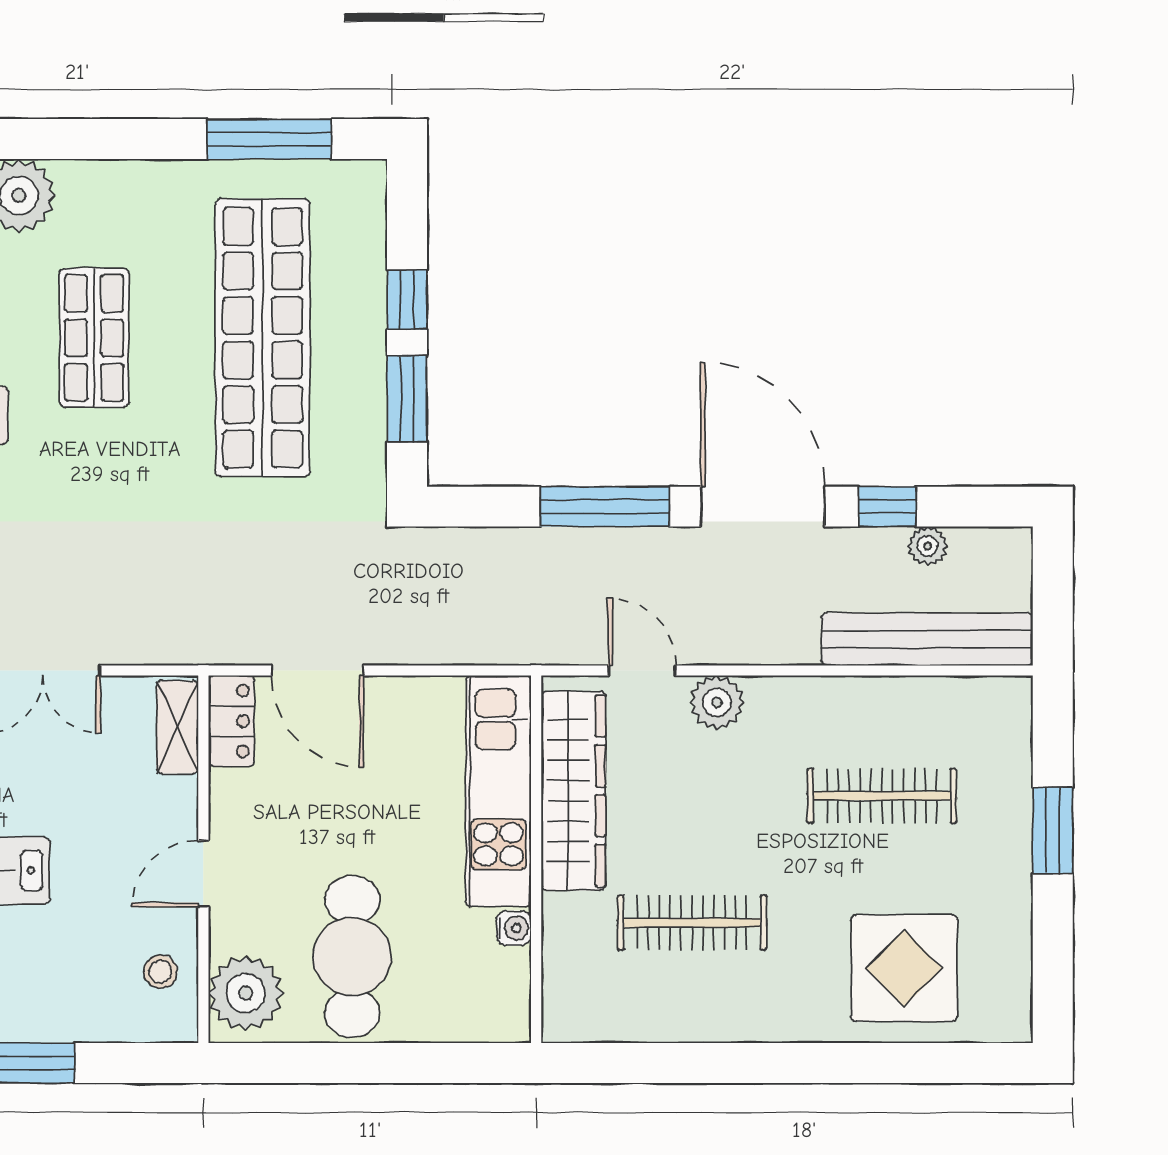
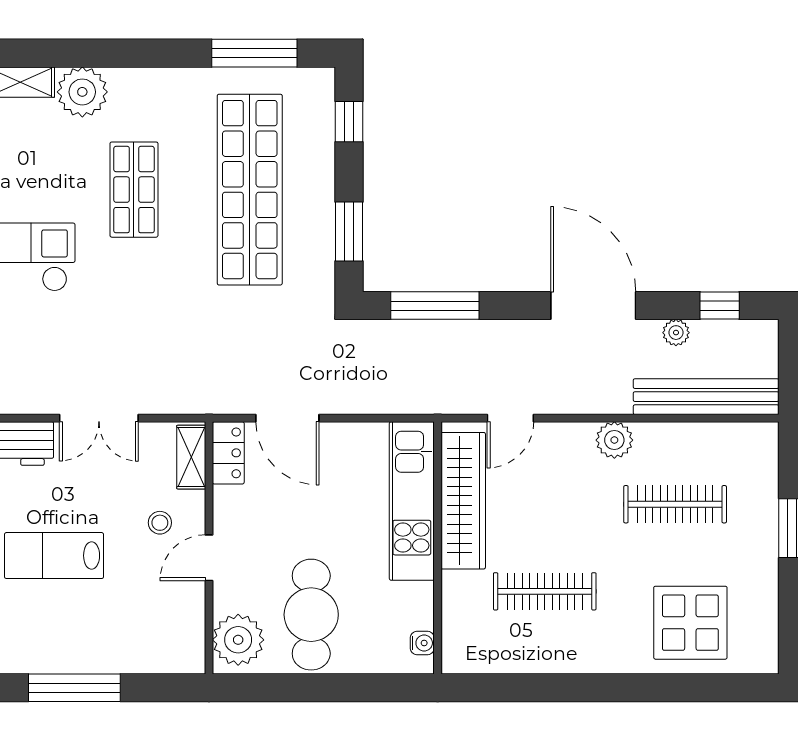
window: (407, 300) -> (349, 122), moved
window: (605, 507) -> (435, 306), moved
window: (887, 507) -> (720, 306), moved
plant: (928, 546) -> (676, 333), moved
door: (642, 671) -> (510, 418), swing flipped
plant: (717, 702) -> (614, 440), moved
water cooler: (514, 928) -> (422, 643), moved
stool: (161, 972) -> (160, 523), moved

